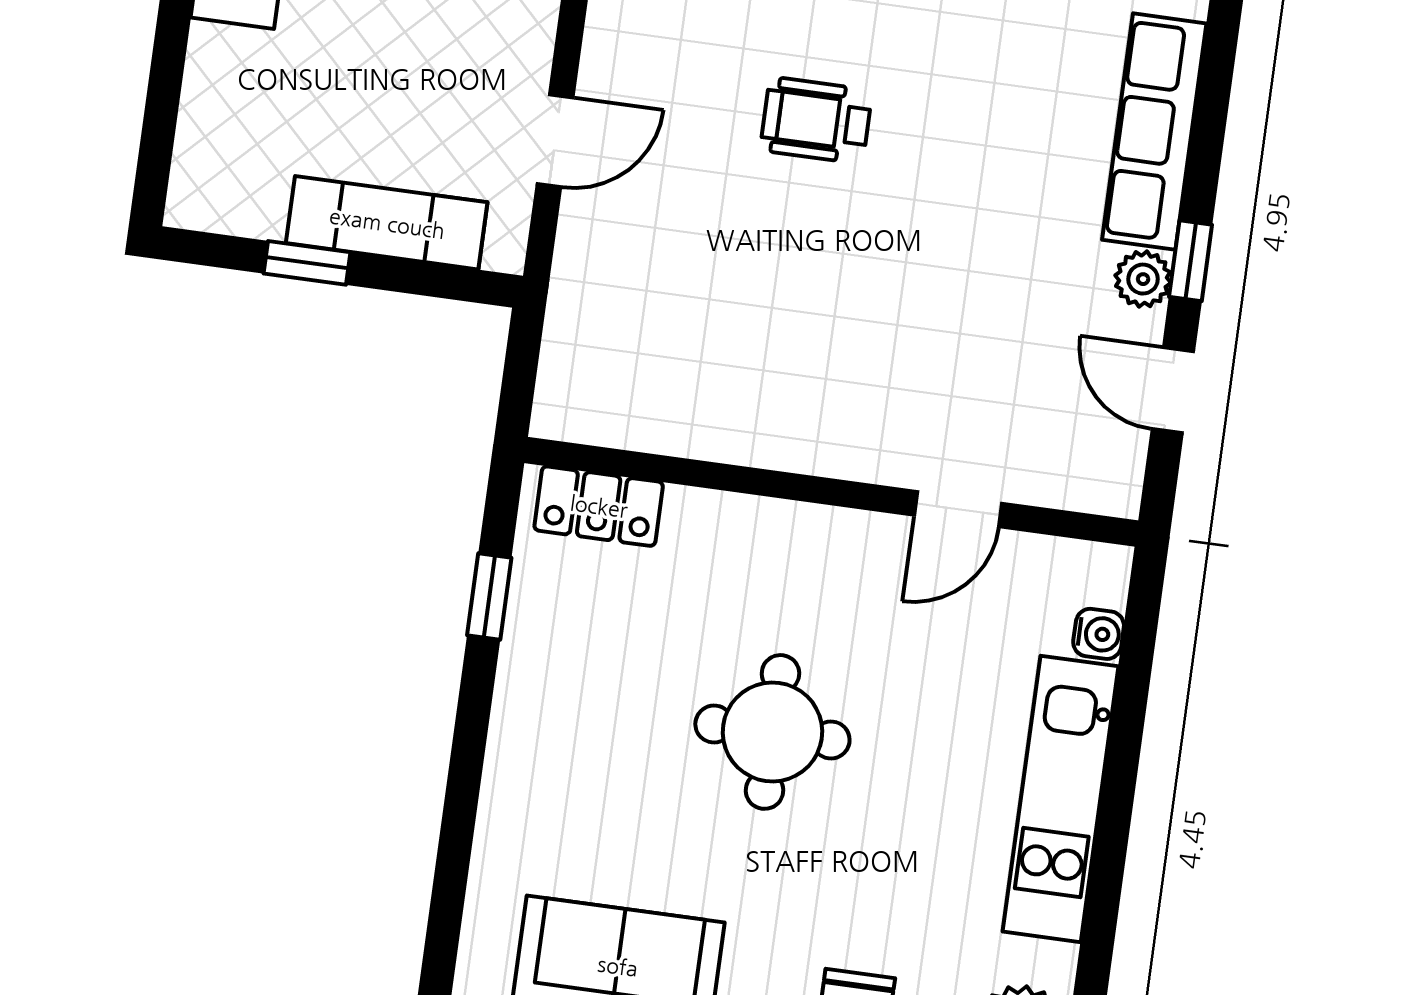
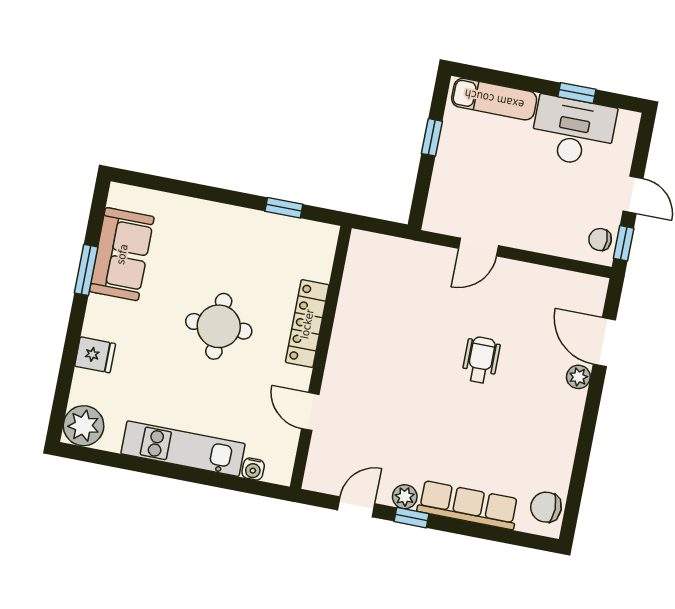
door: (555, 141) -> (478, 247), hinge flipped
exam couch: (387, 223) -> (494, 99), moved, turned 90
locker: (599, 506) -> (307, 324), moved, width x1.53

